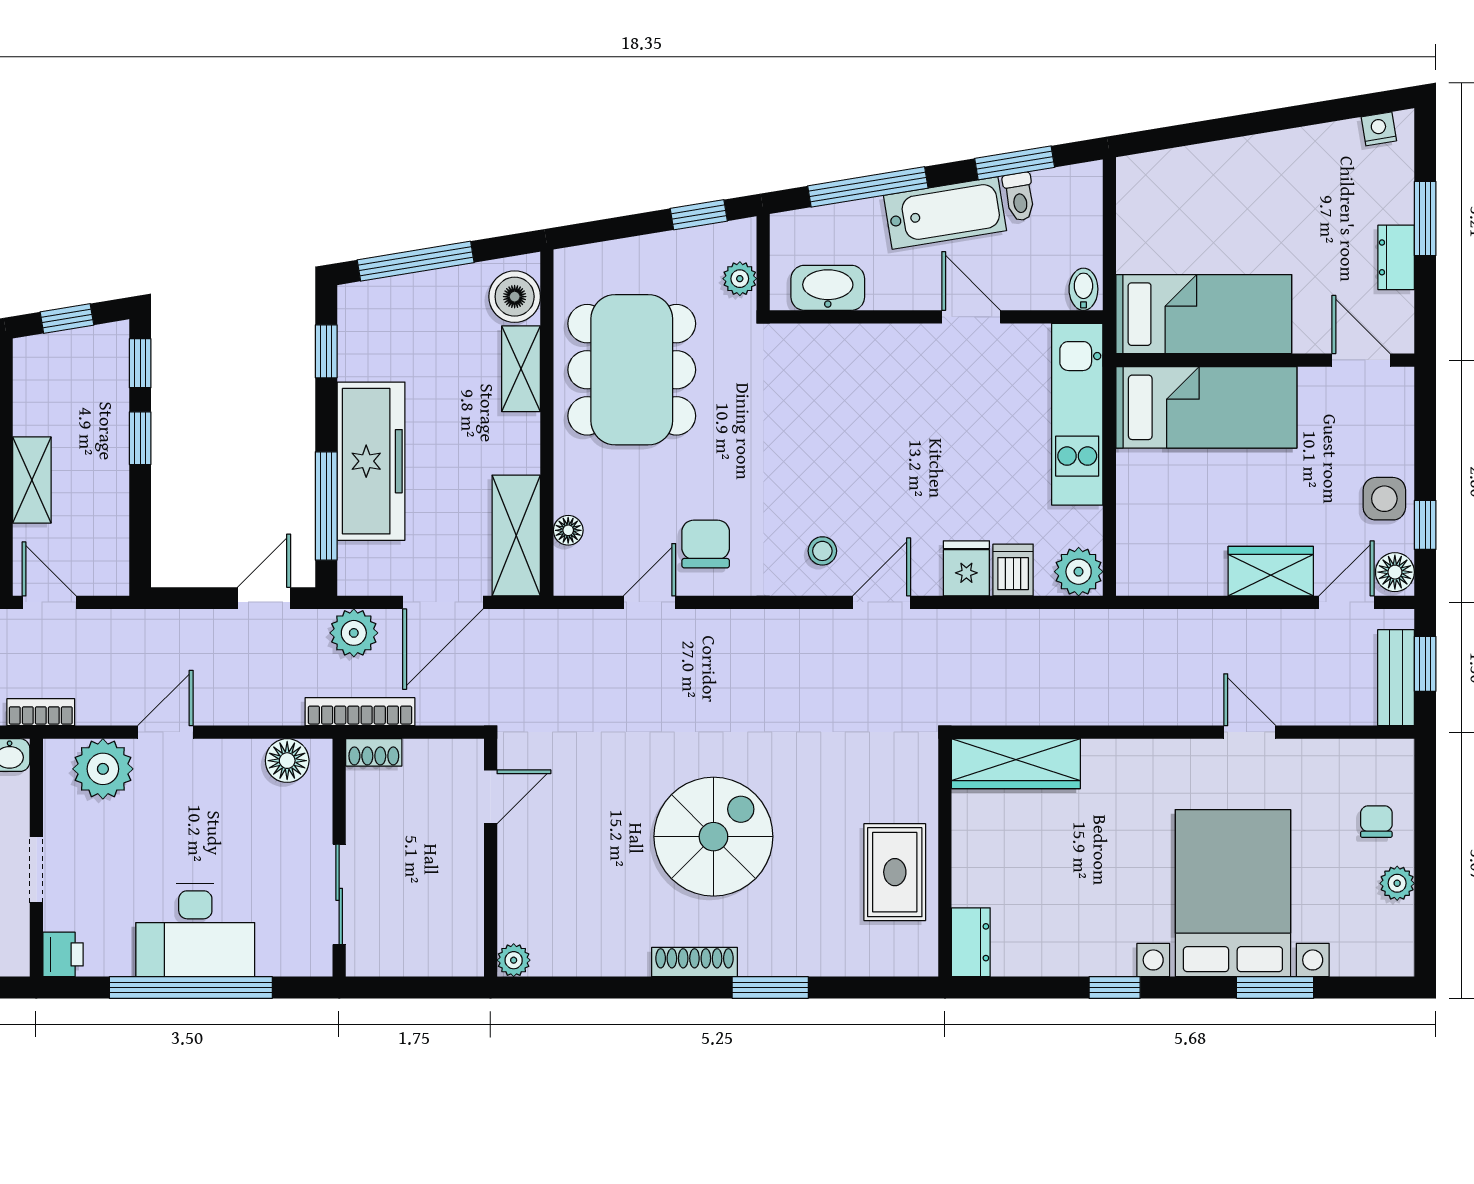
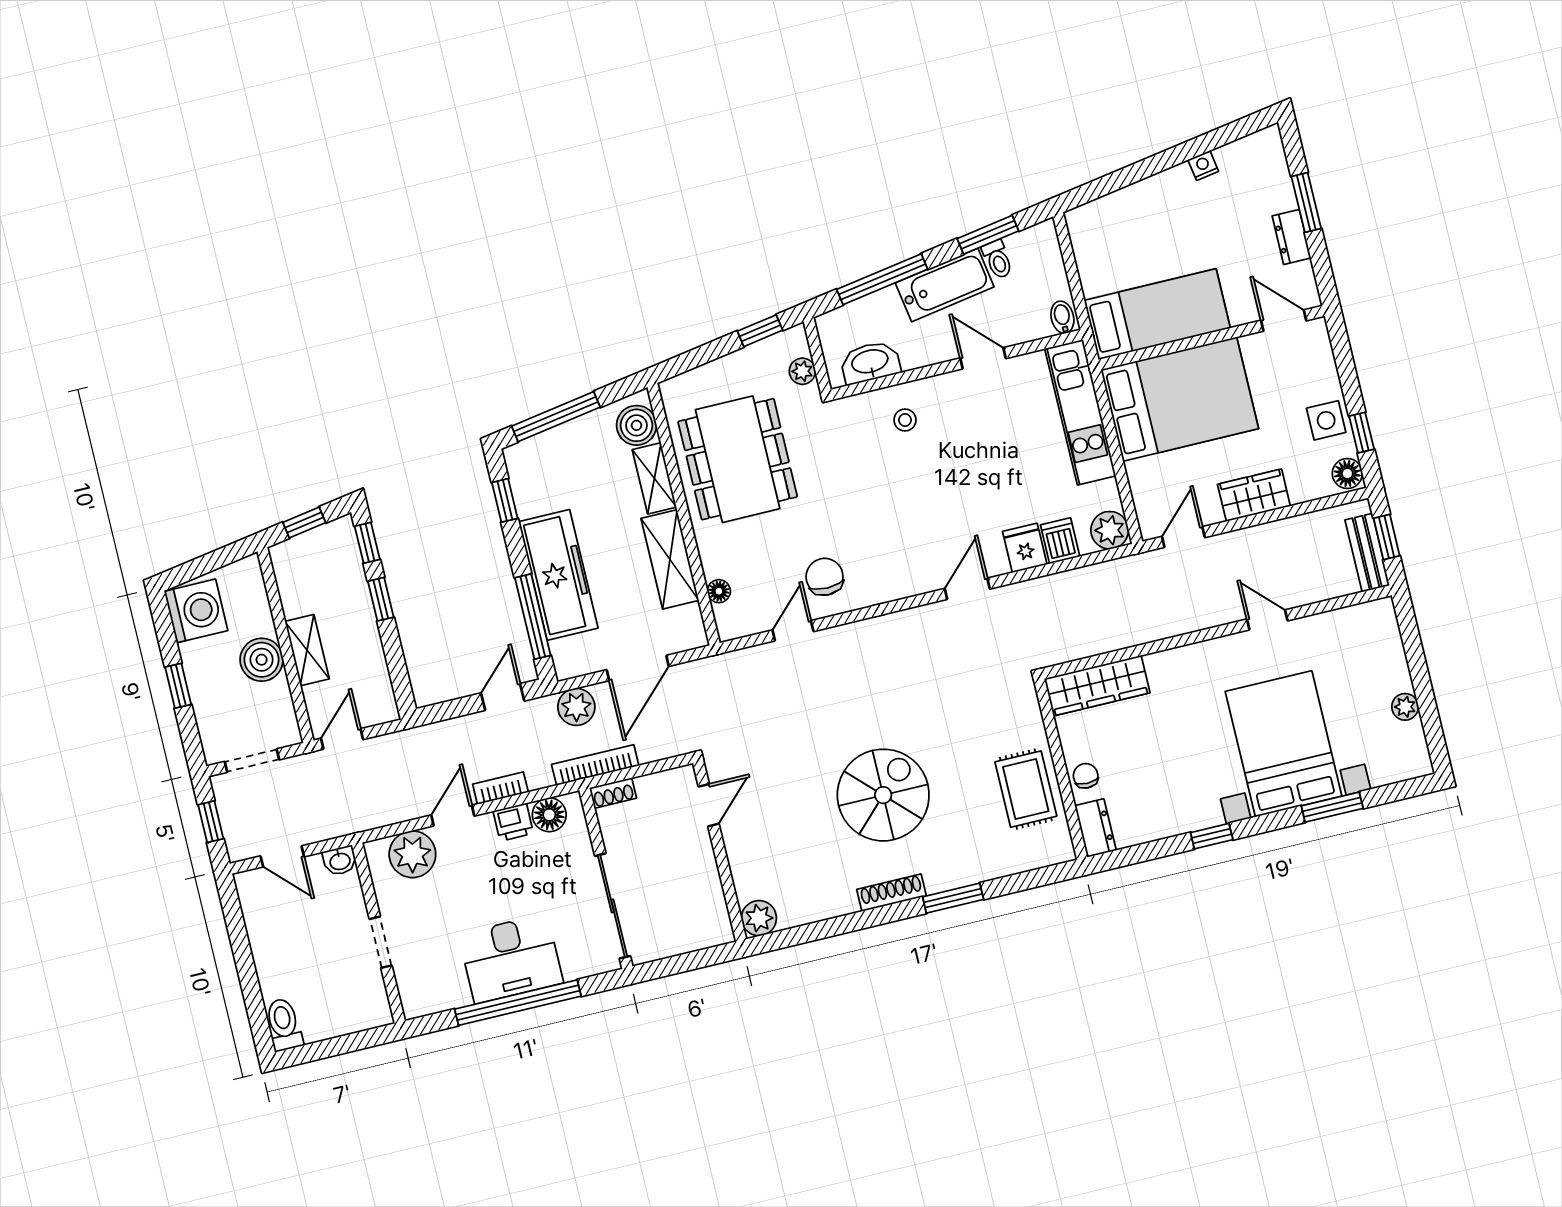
nightstand: (1379, 129) -> (1203, 165), moved
bed: (1206, 407) -> (1180, 399), width x1.50
shelving: (516, 536) -> (670, 559), moved
stool: (822, 551) -> (905, 420), moved
door: (49, 602) -> (342, 739), hinge flipped
door: (1347, 602) -> (1183, 537), moved
bookcase: (41, 712) -> (500, 788), moved
chair: (1376, 822) -> (1086, 776), moved
sliding door: (339, 894) -> (613, 906), width x1.37
printer: (63, 954) -> (513, 822), moved, turned 90
plant: (514, 960) -> (759, 918), width x1.38, depth x1.38

